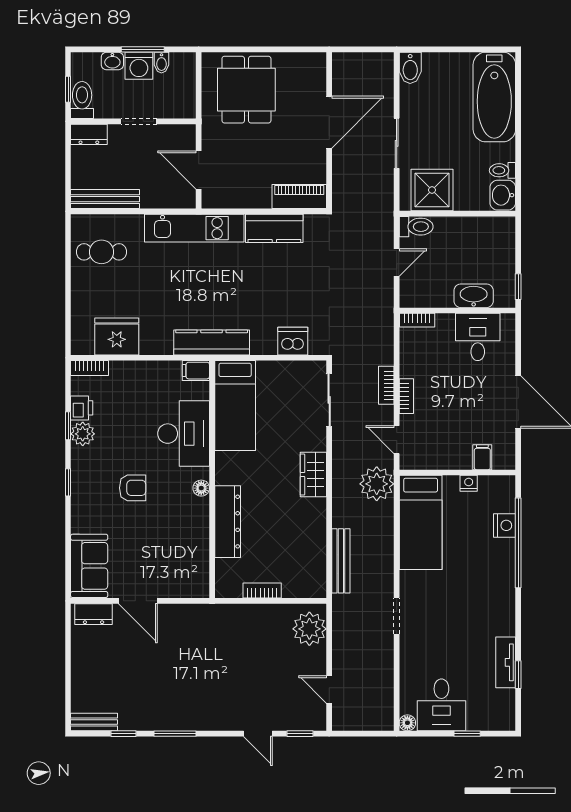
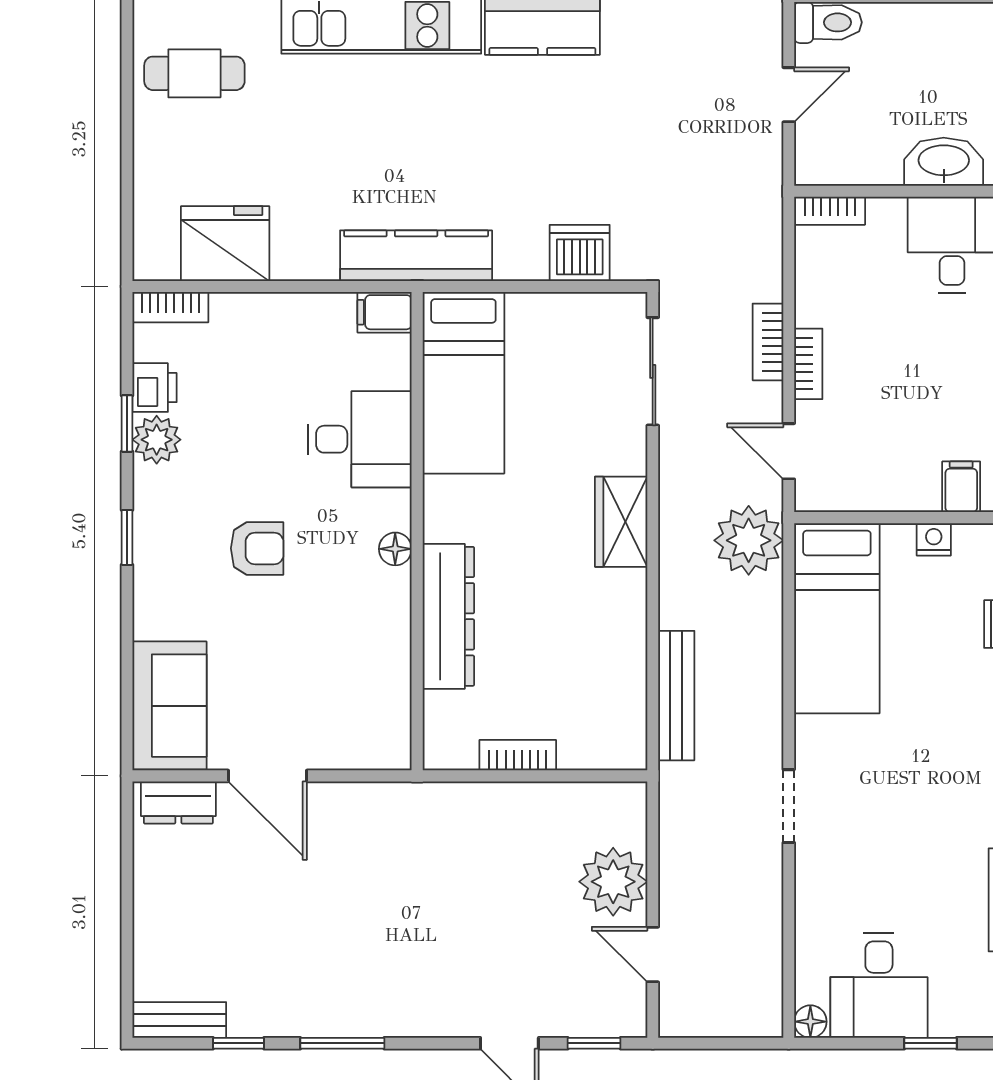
desk: (184, 434) -> (360, 439), width x0.73
plant: (309, 629) -> (613, 882), moved

